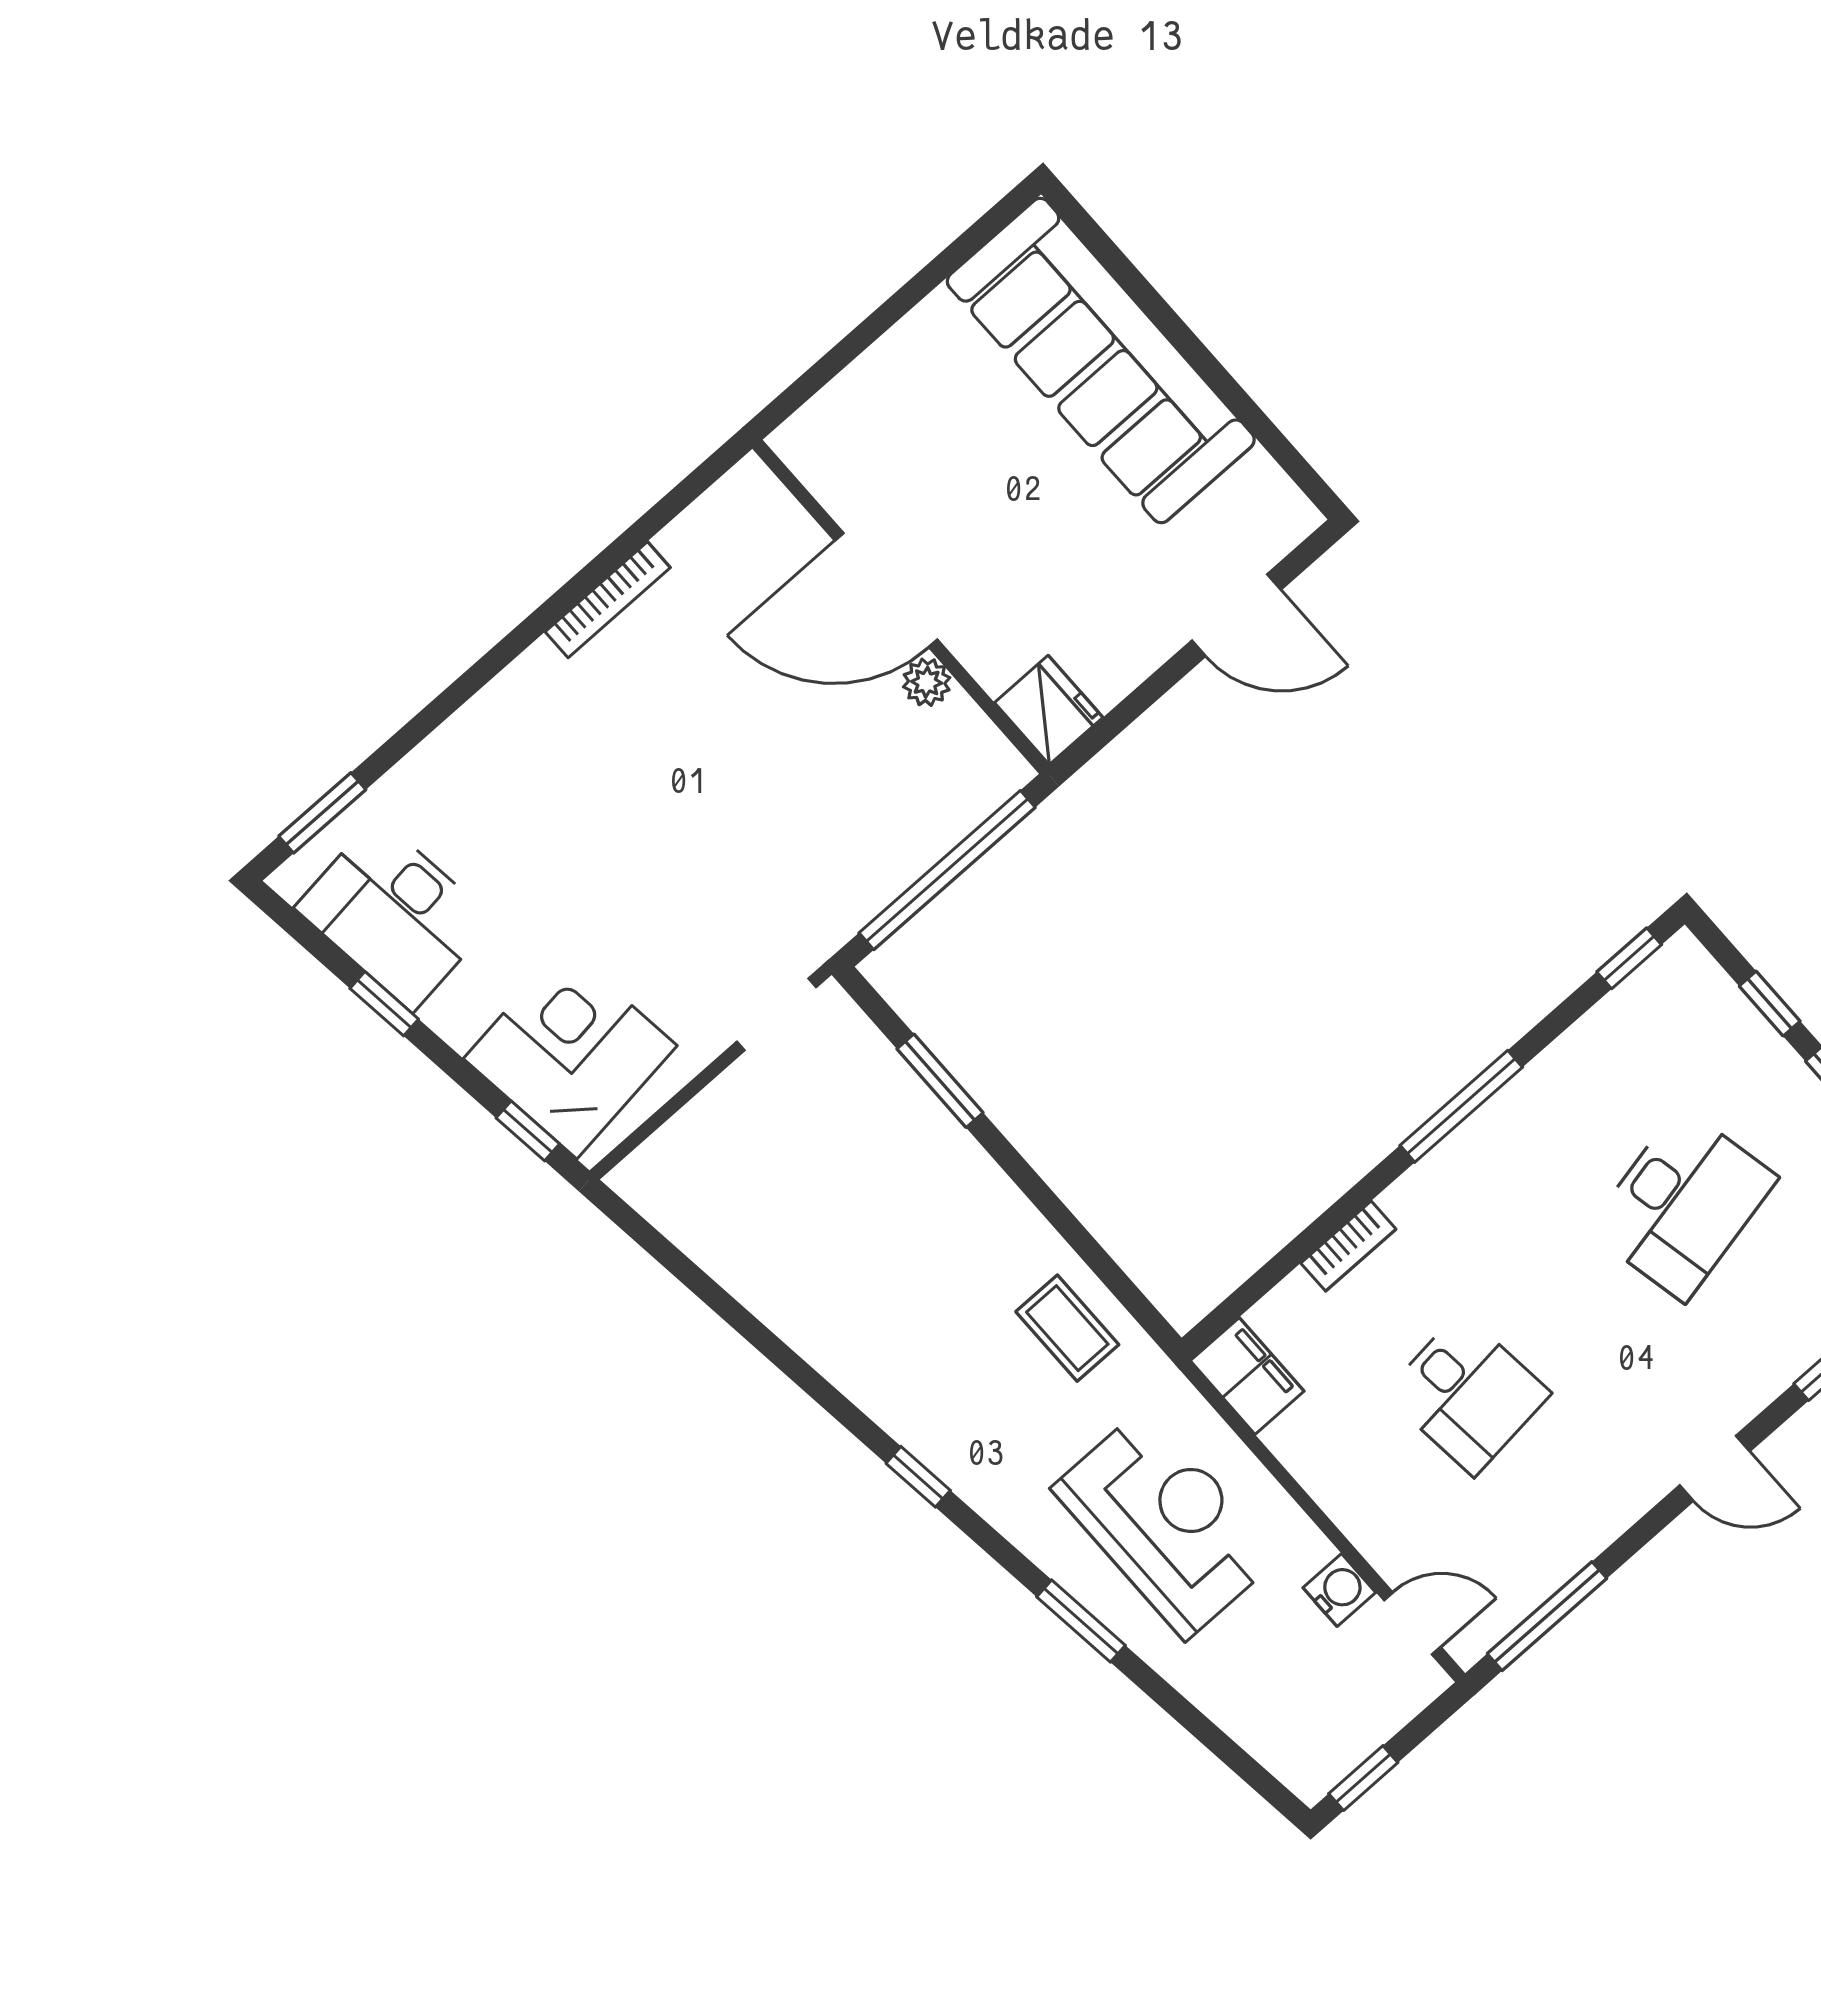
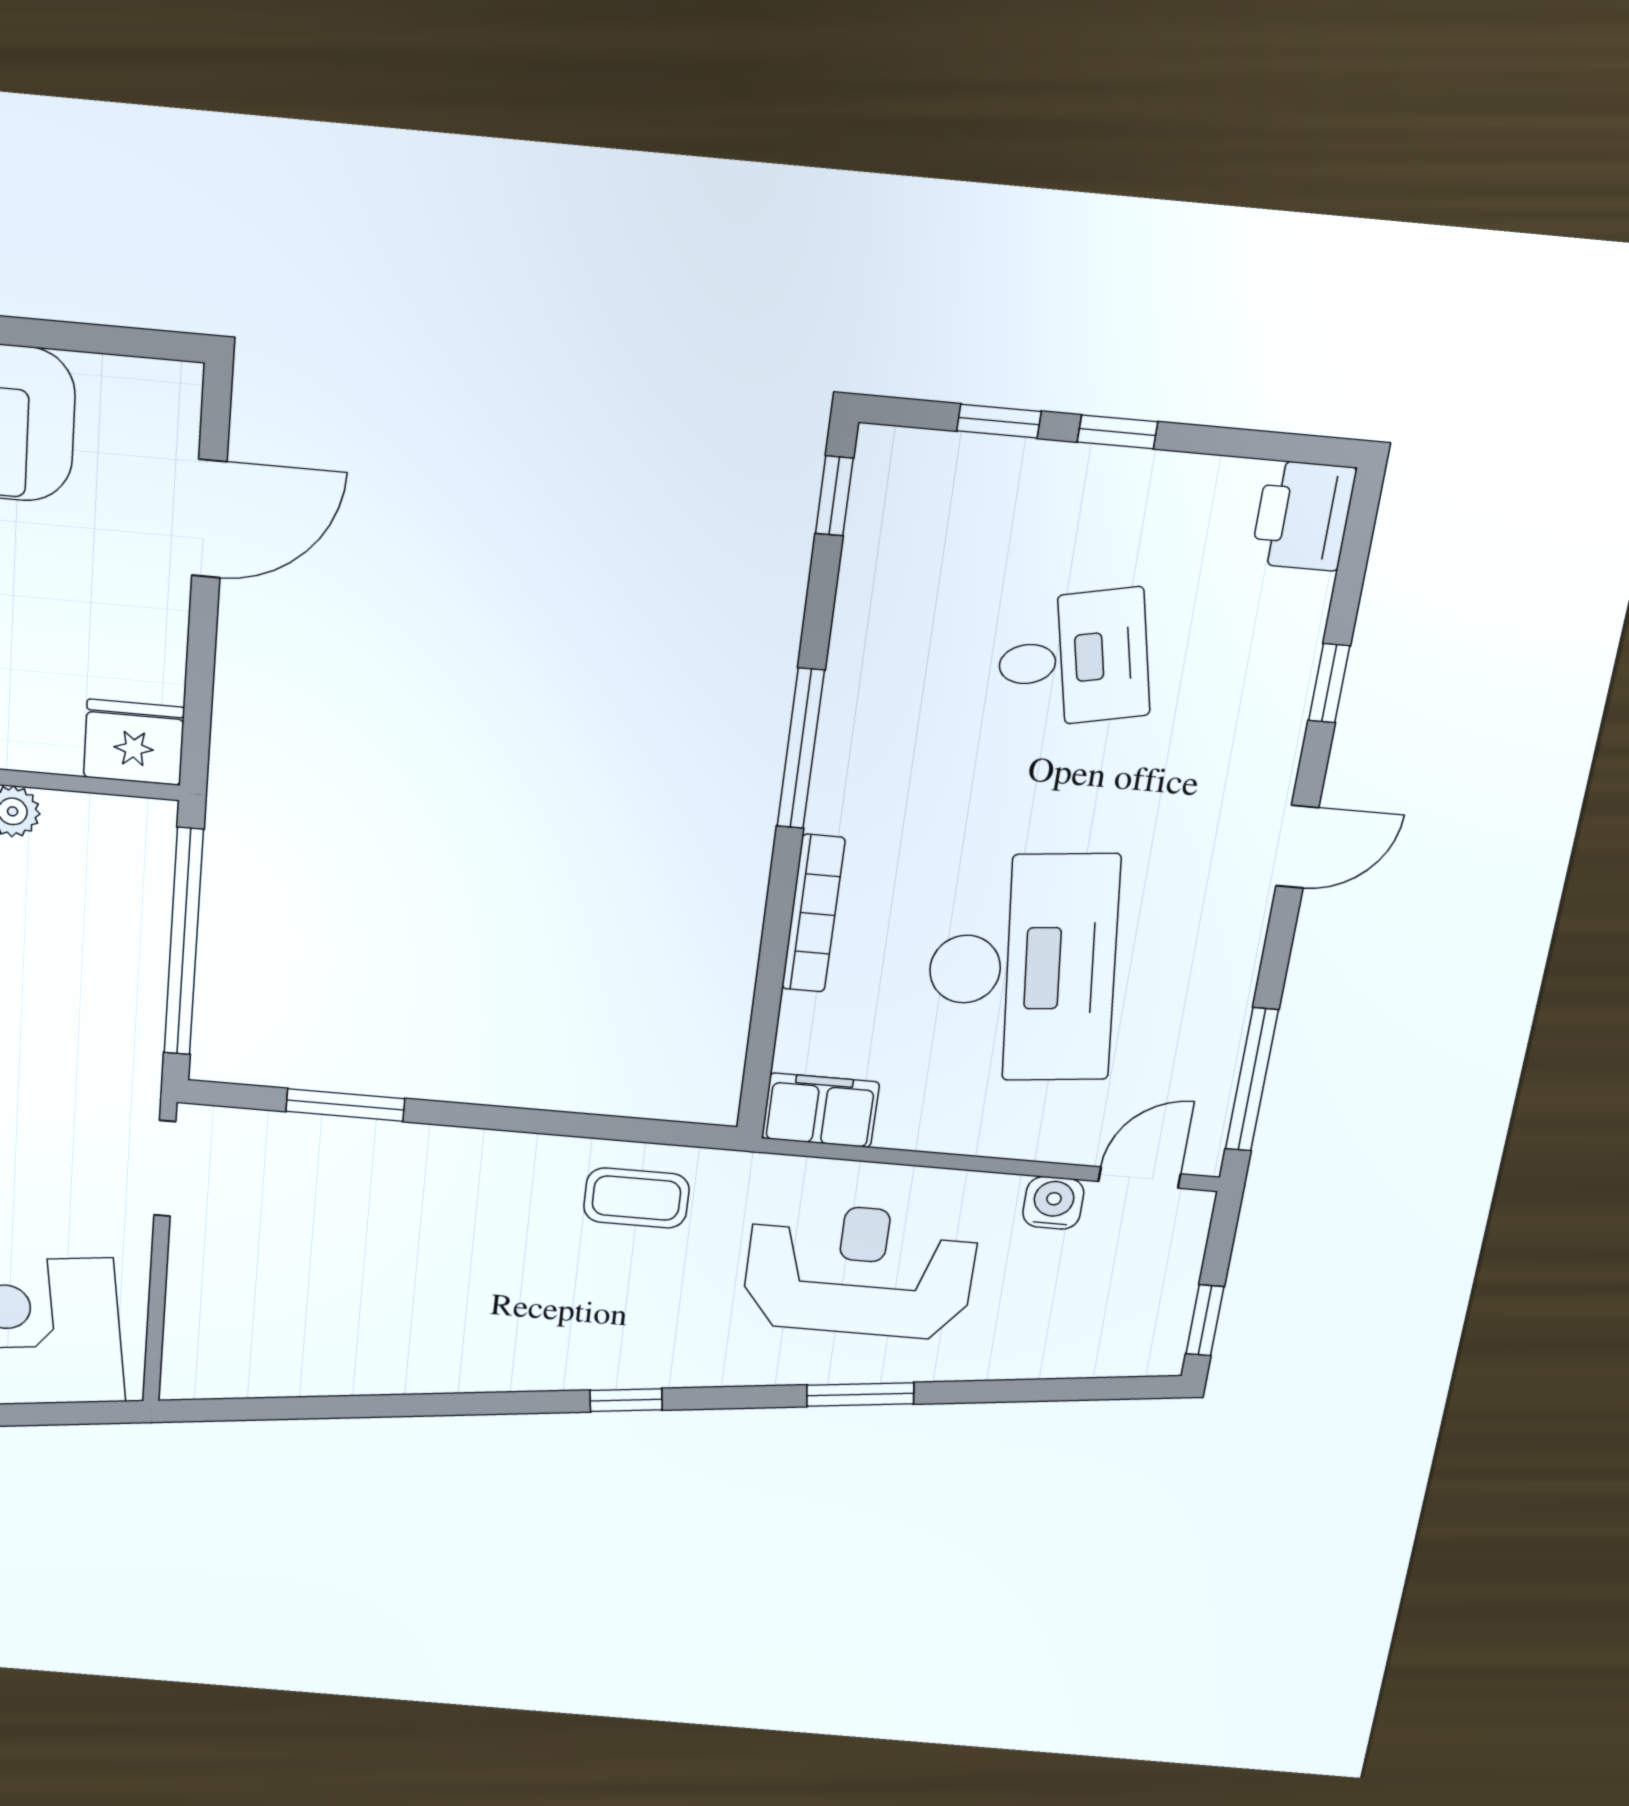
window: (528, 1131) -> (67, 1414), removed
desk: (1683, 1204) -> (1073, 659), width x0.73
bookcase: (1348, 1246) -> (813, 914), width x1.56
desk: (1467, 1394) -> (1022, 969), width x1.87, depth x1.30

